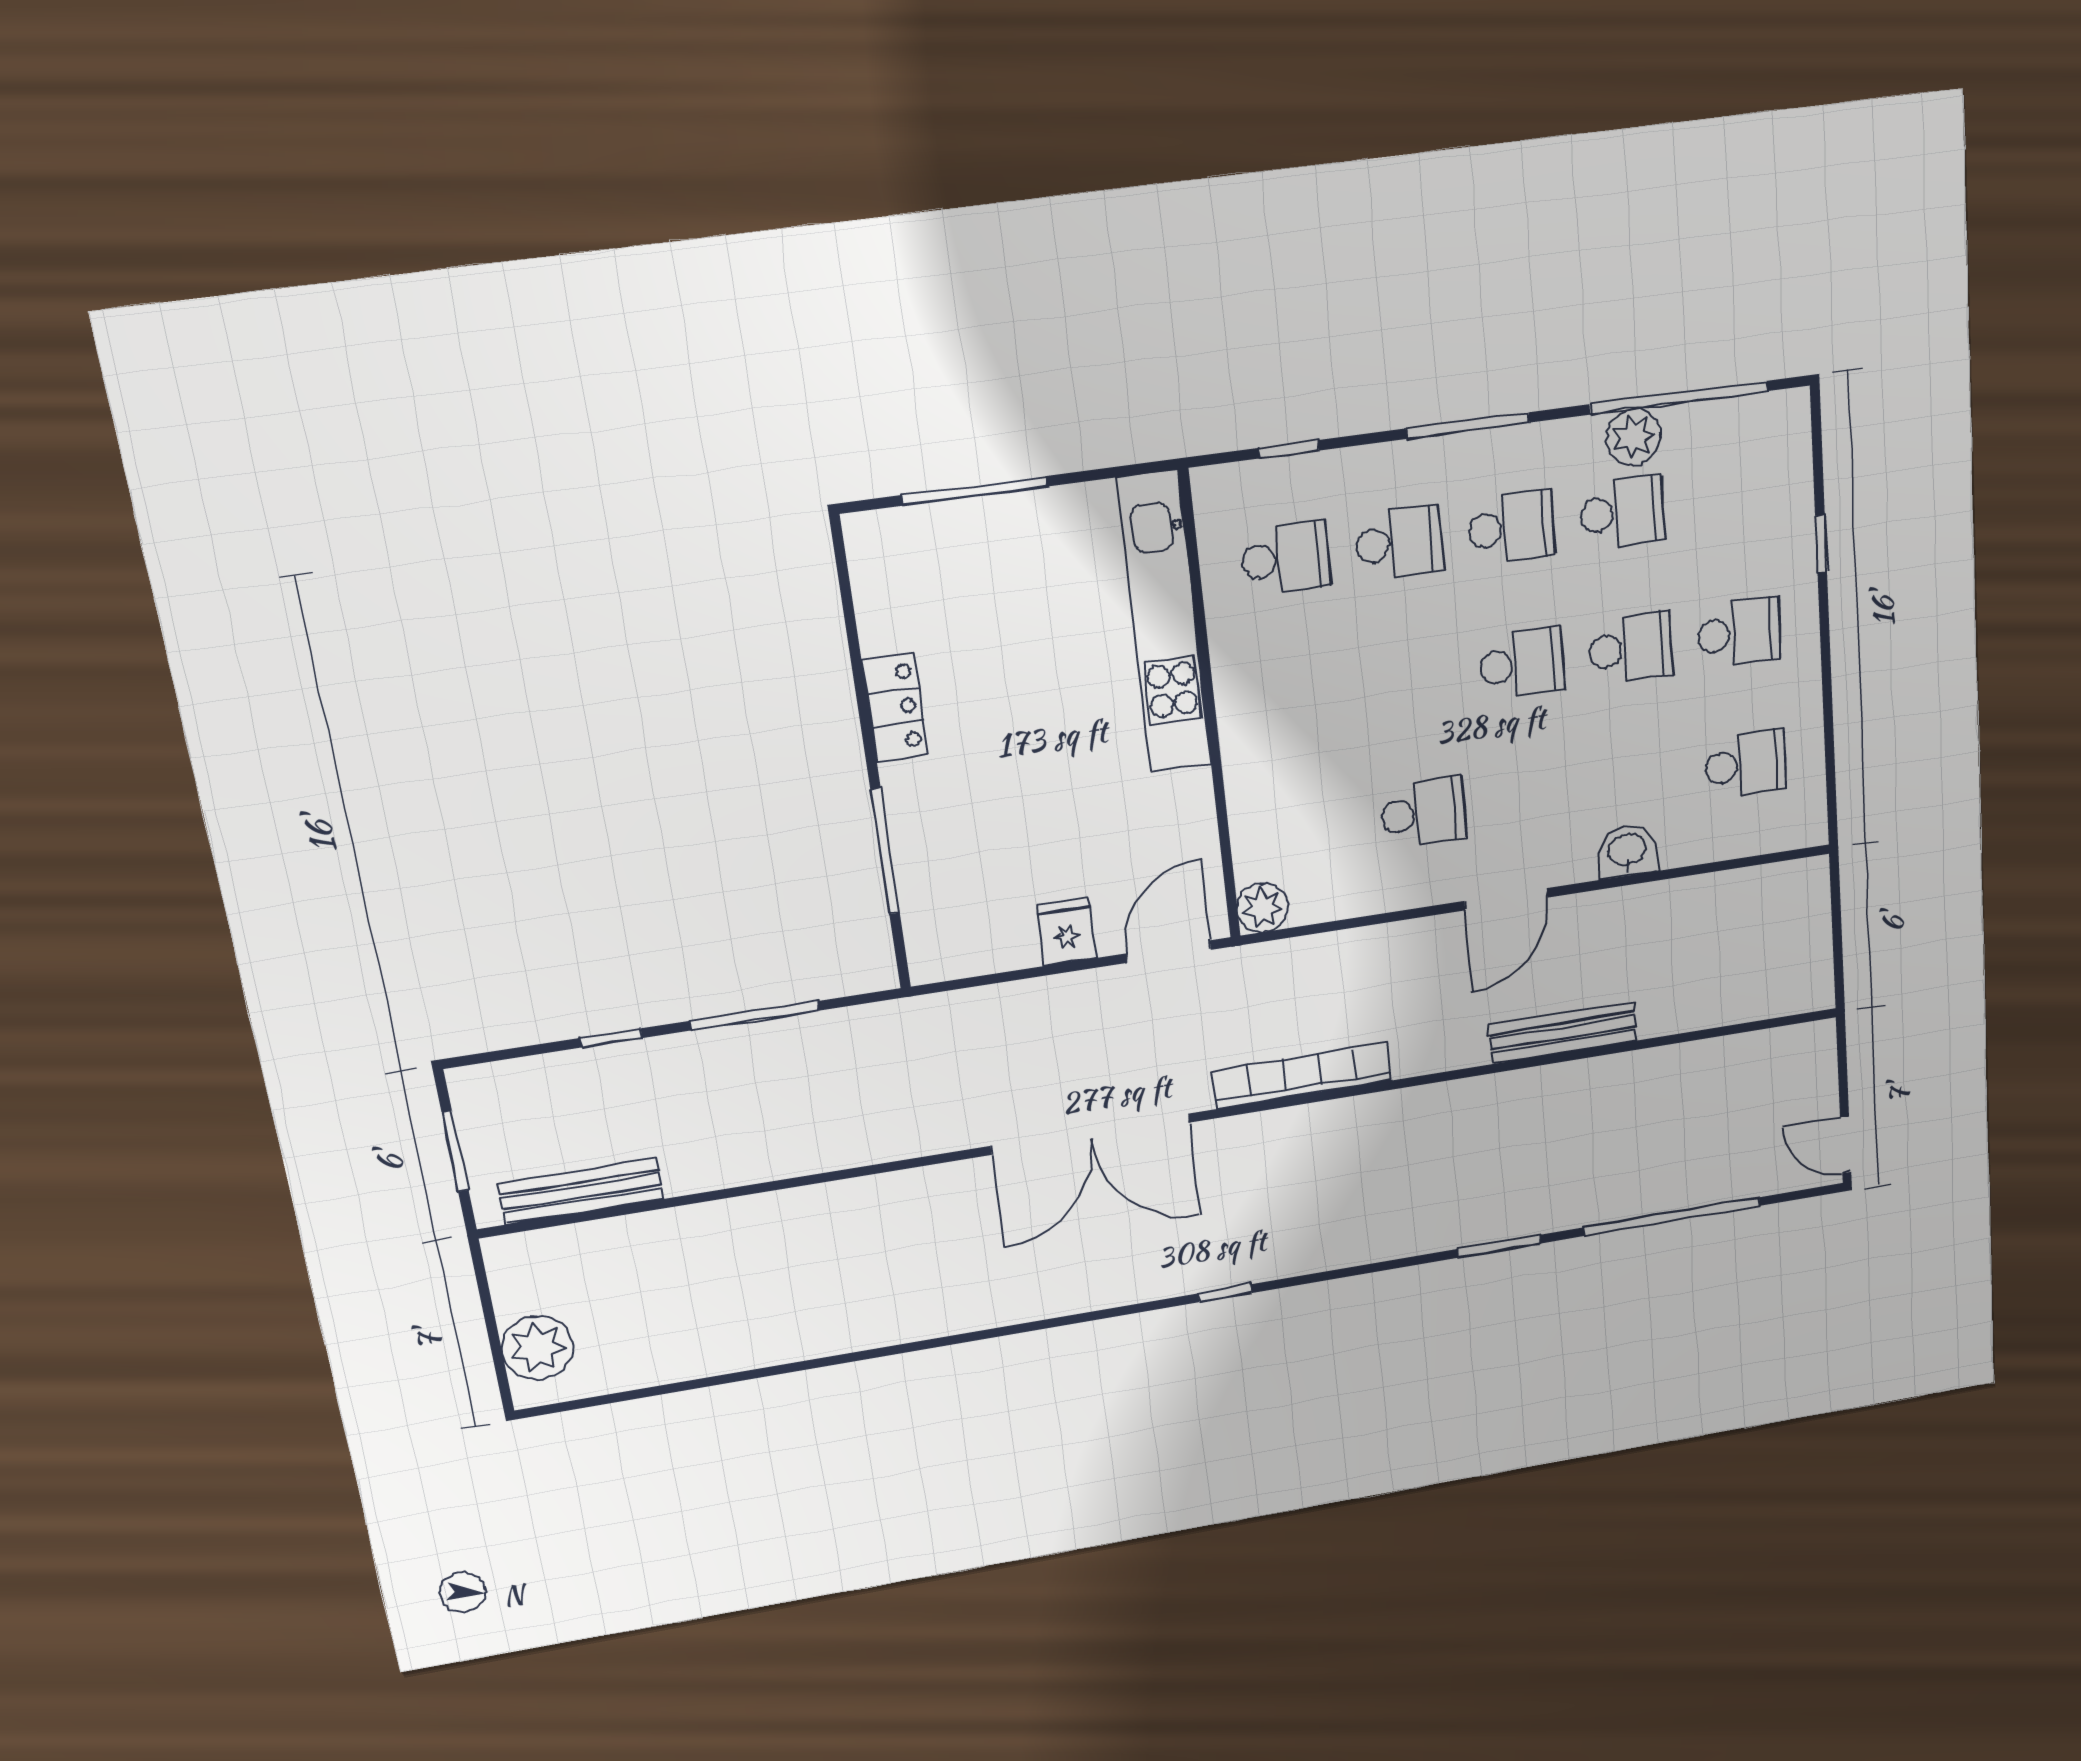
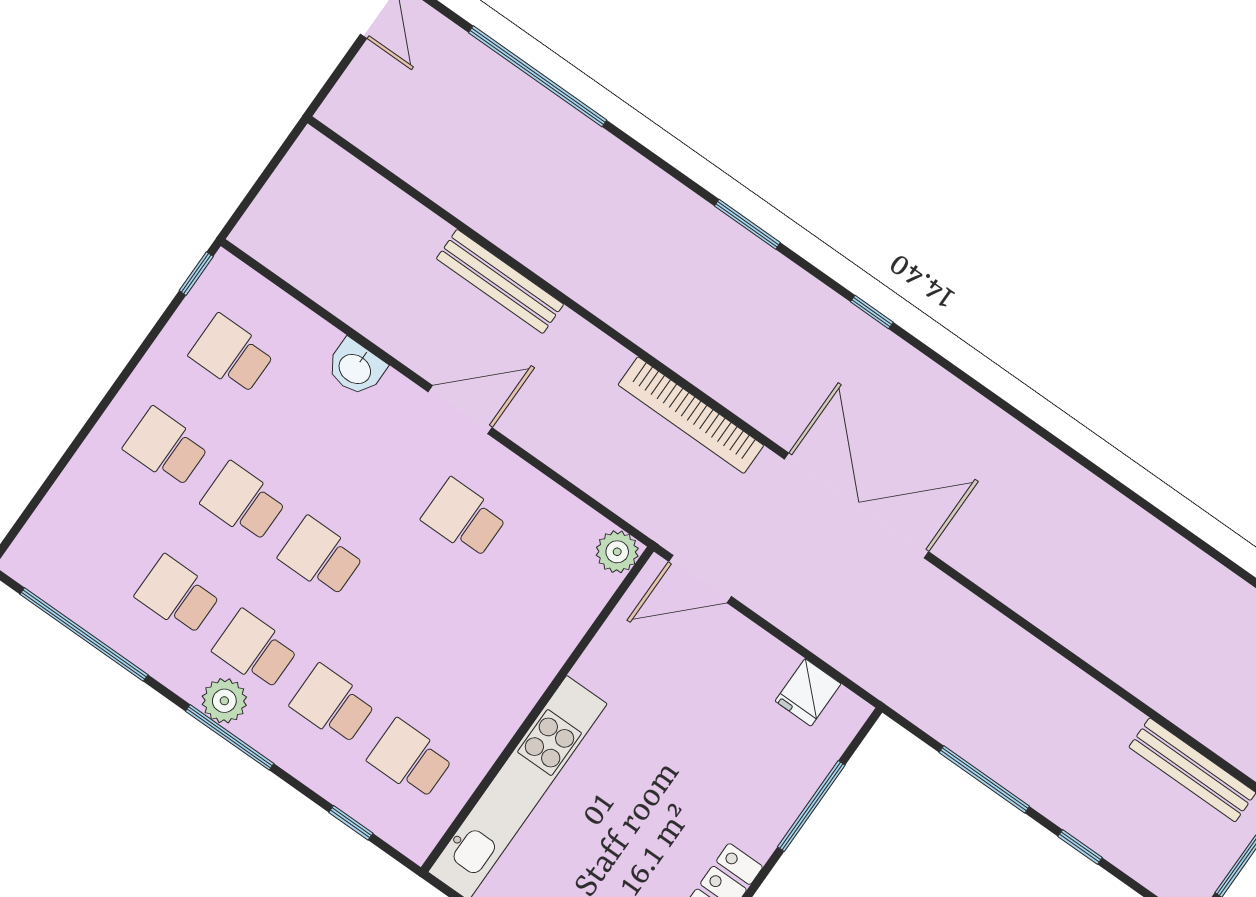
plant: (1634, 437) -> (224, 701), moved
window: (1821, 544) -> (196, 274), moved
fridge: (1066, 932) -> (808, 692), moved
window: (1499, 1246) -> (747, 224), moved

